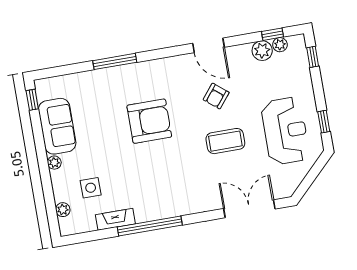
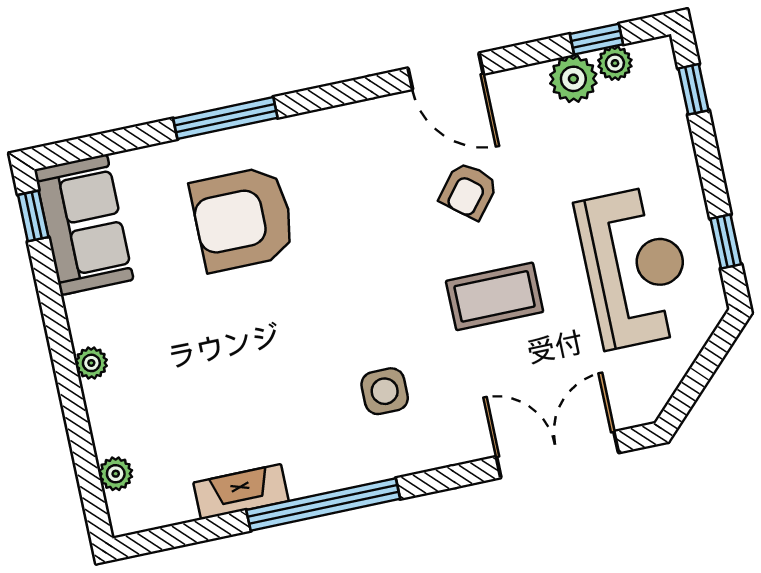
armchair: (149, 121) -> (243, 219), moved, turned 180
sofa: (57, 126) -> (84, 225), moved
side table: (91, 188) -> (385, 391), moved

